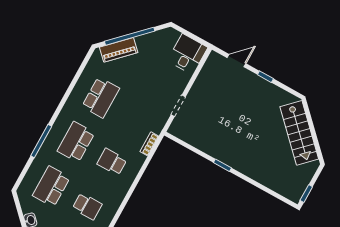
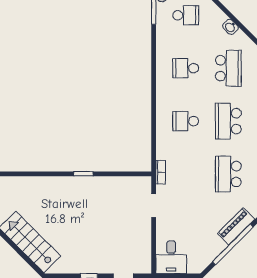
school desk: (76, 142) -> (228, 121), turned 180
bookcase: (149, 144) -> (161, 172), moved
school desk: (112, 162) -> (186, 121), turned 180

